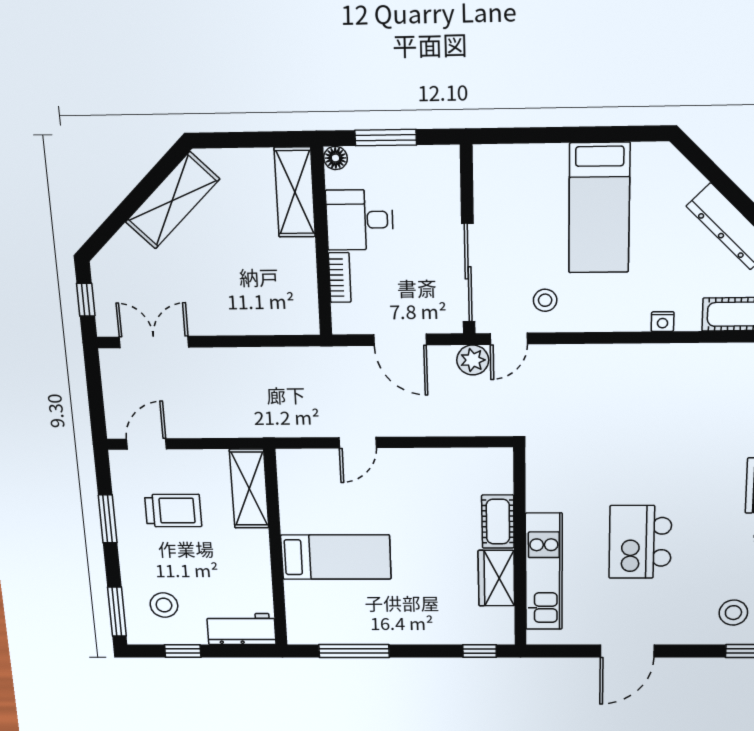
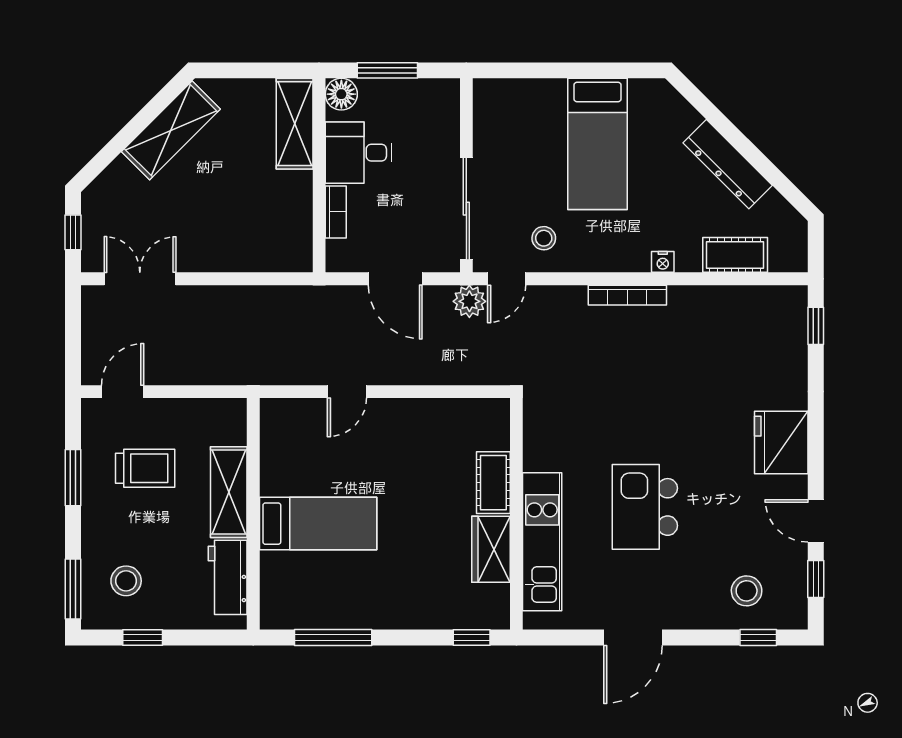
floor lamp: (336, 158) -> (341, 94), width x1.37, depth x1.37
bookcase: (627, 353) -> (627, 295), added
shelving: (249, 489) -> (229, 492), moved
workbench: (241, 629) -> (228, 577), moved, turned -90

